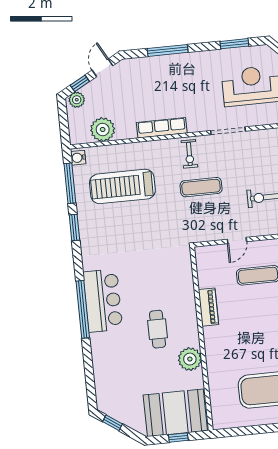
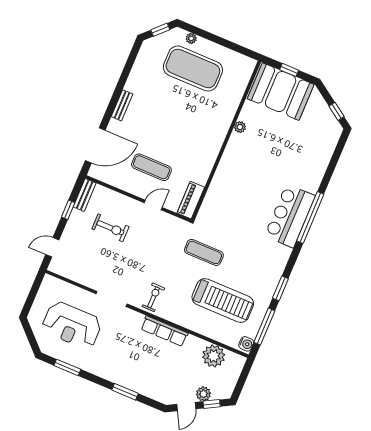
window: (168, 50) -> (125, 392), width x0.69
plant: (77, 100) -> (203, 394), moved
exercise mat: (201, 187) -> (204, 252), moved
piano: (208, 307) -> (191, 200), moved
cafe table: (158, 329) -> (258, 168), removed
plant: (190, 359) -> (240, 127), width x0.53, depth x0.53

